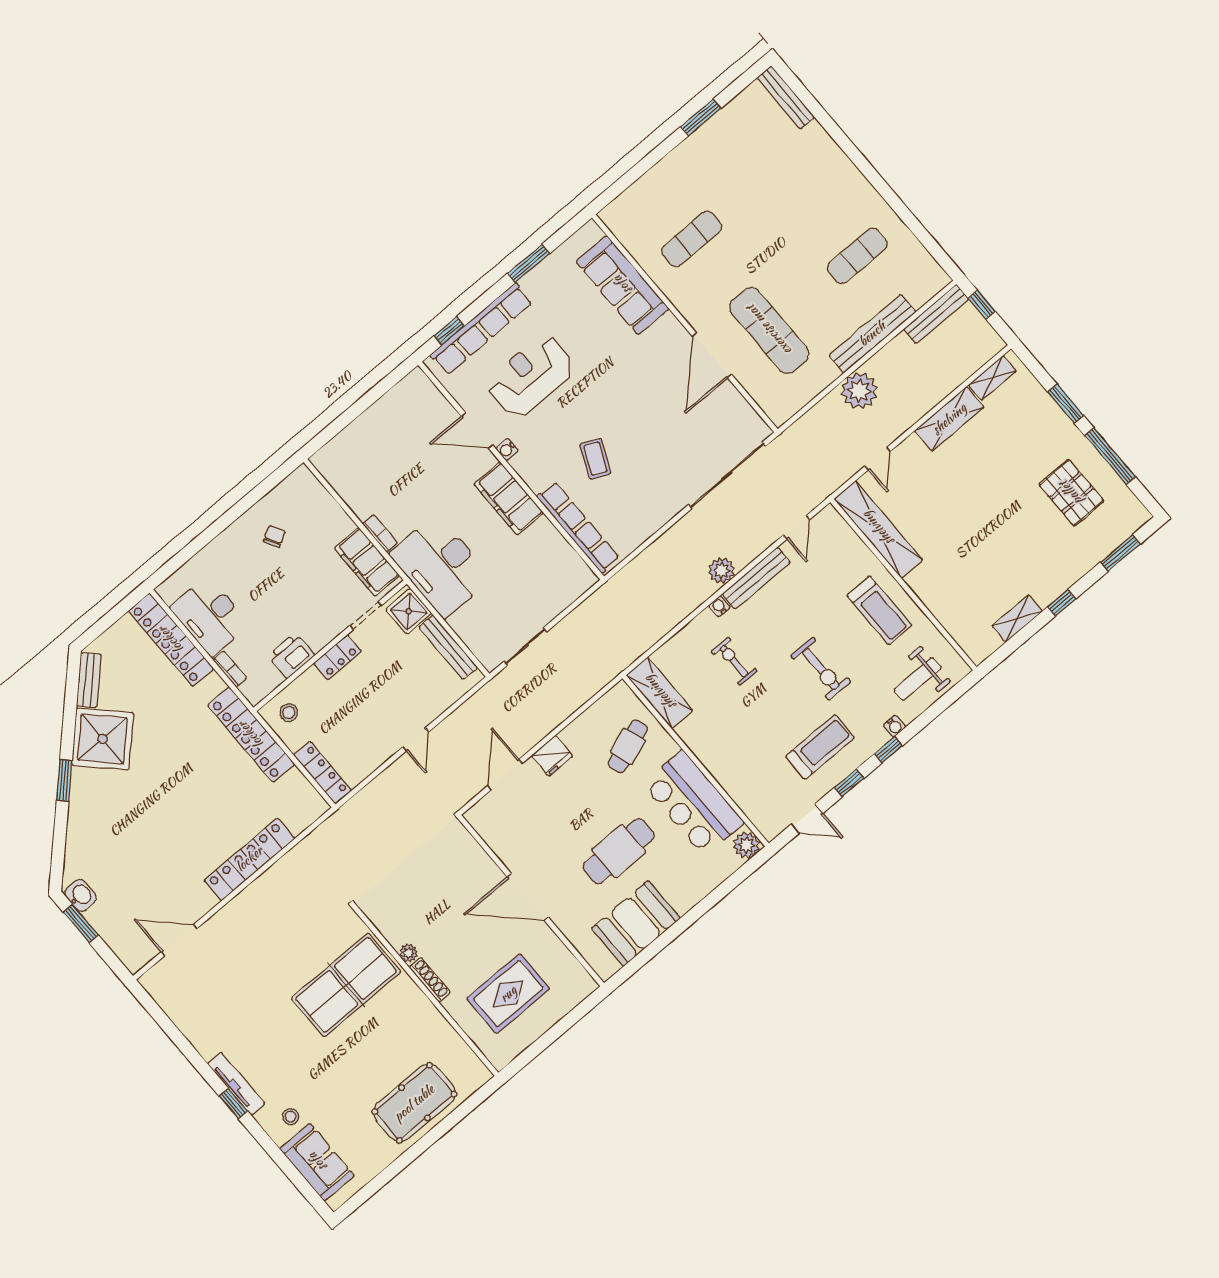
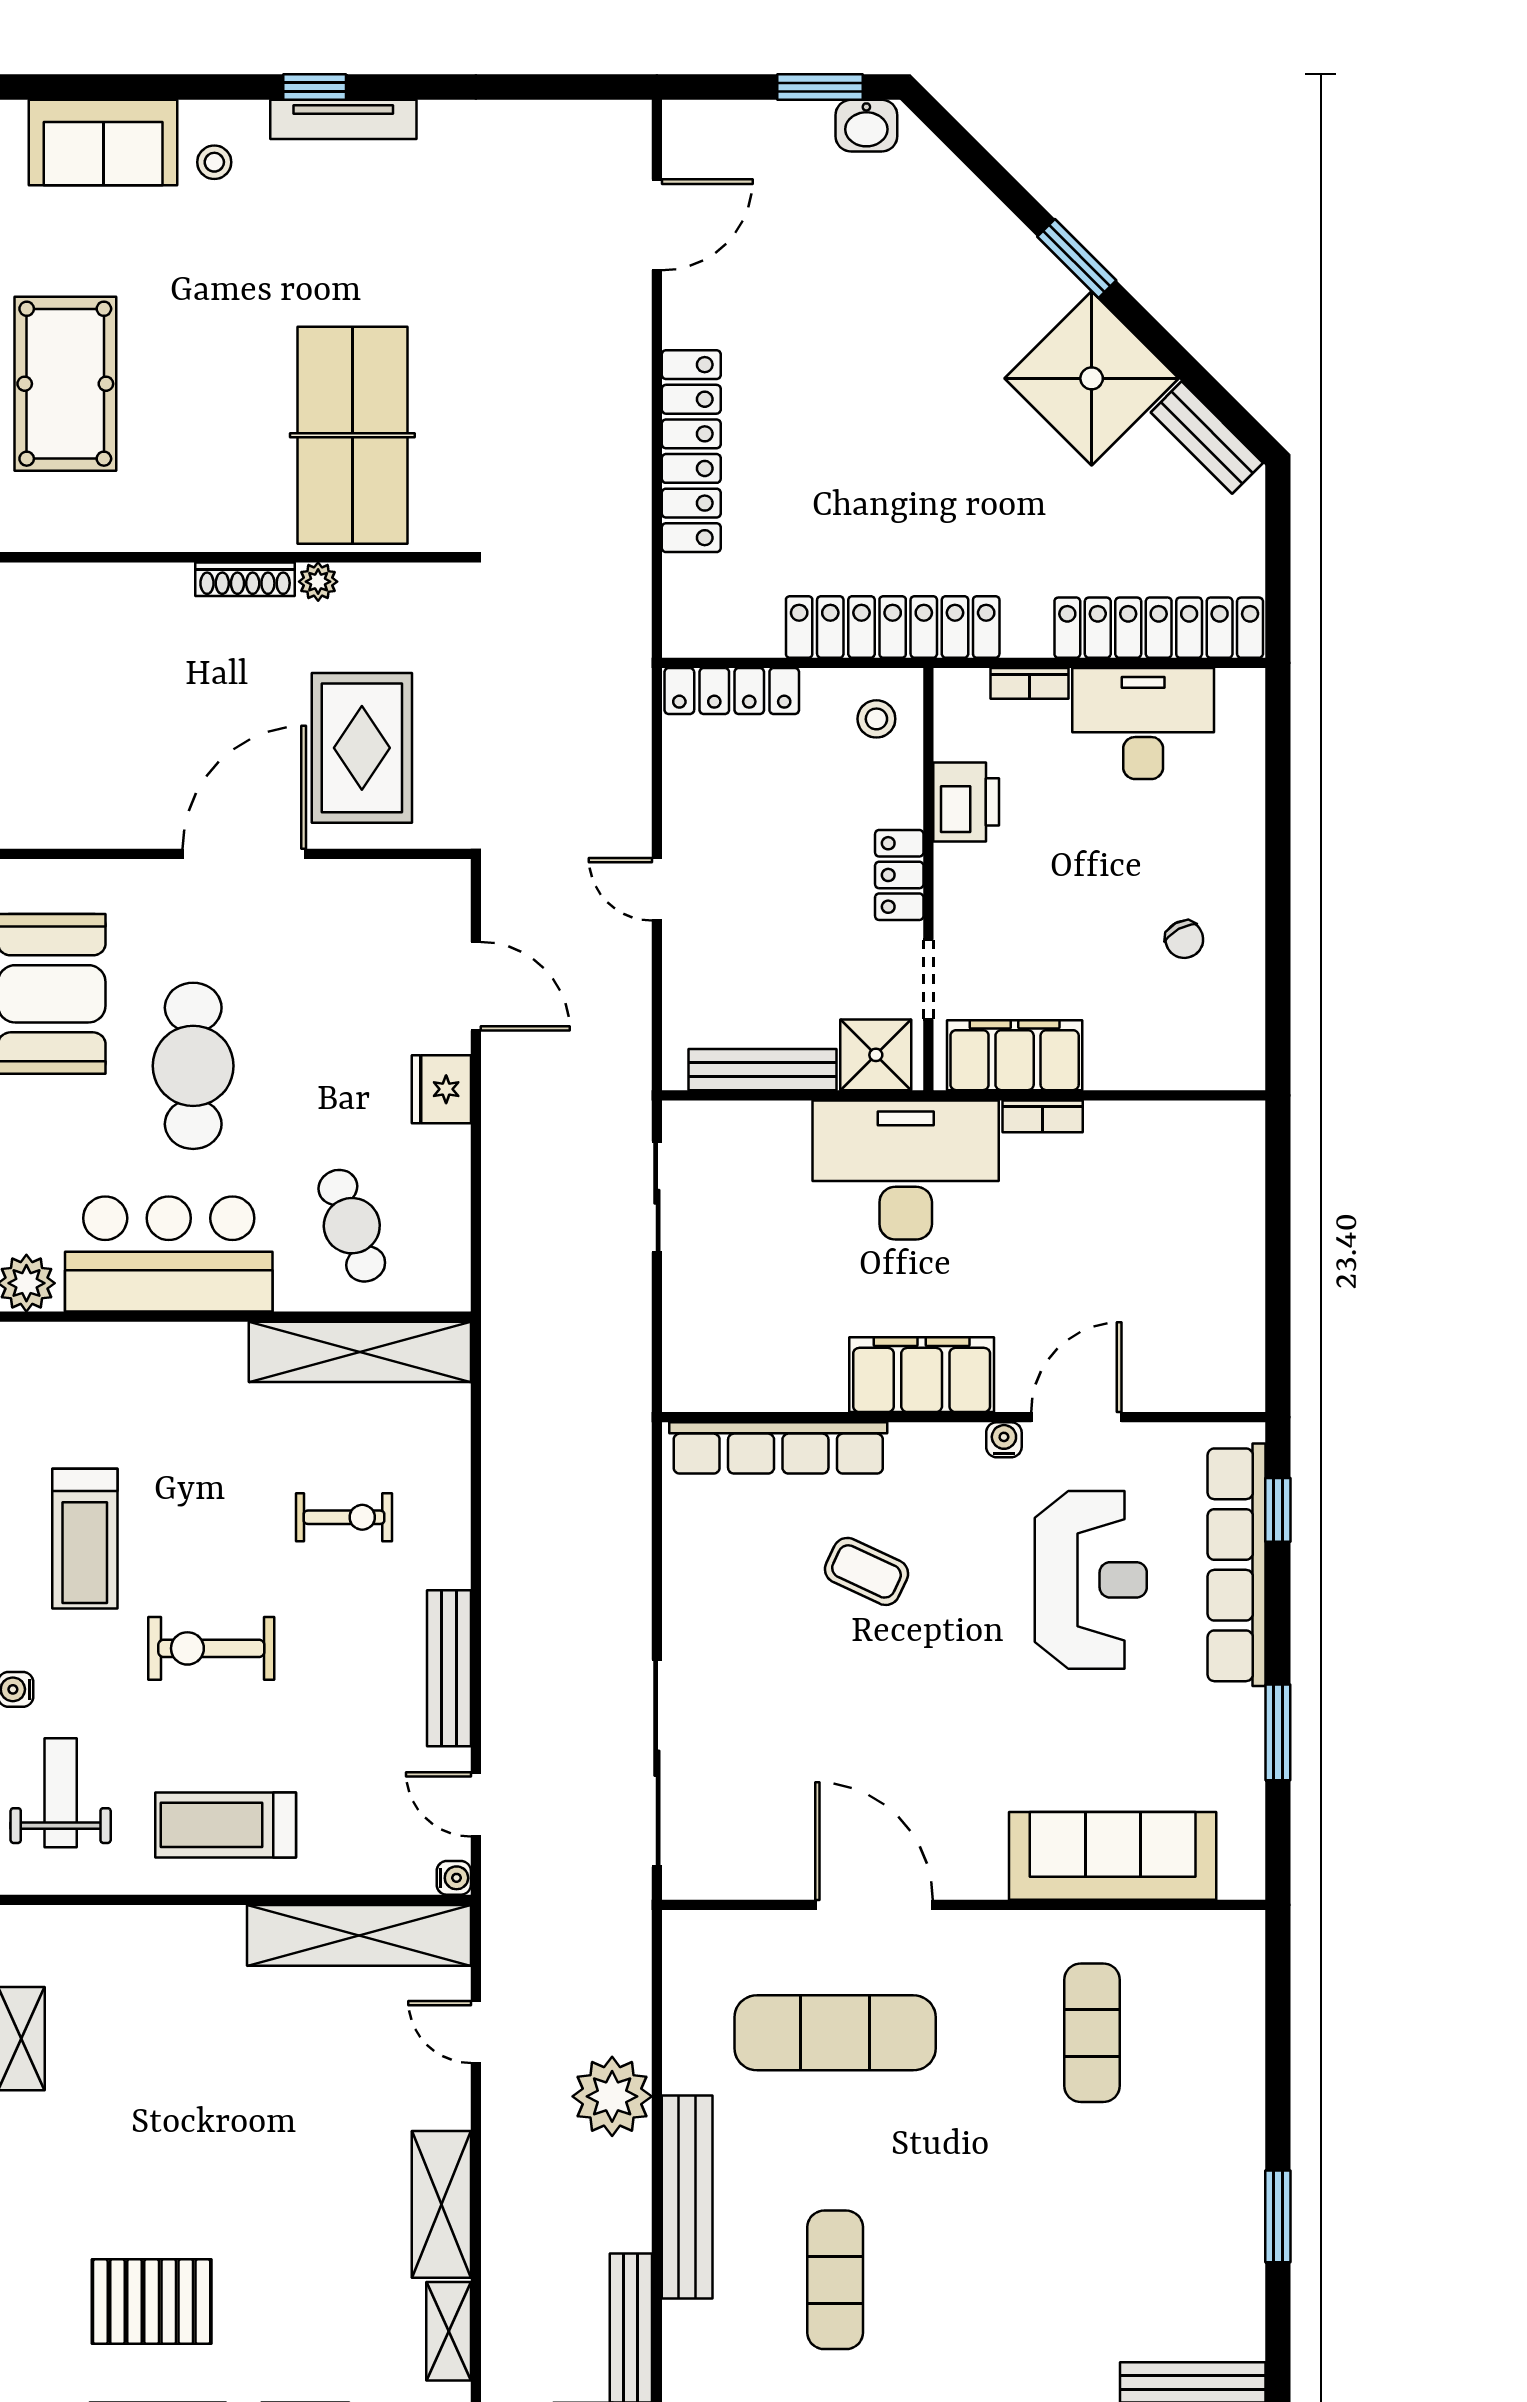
plant: (722, 571) -> (509, 1622), removed
water cooler: (719, 606) -> (454, 1878), moved
shelving: (660, 693) -> (360, 1352), width x1.47
rug: (508, 994) -> (362, 748), moved

